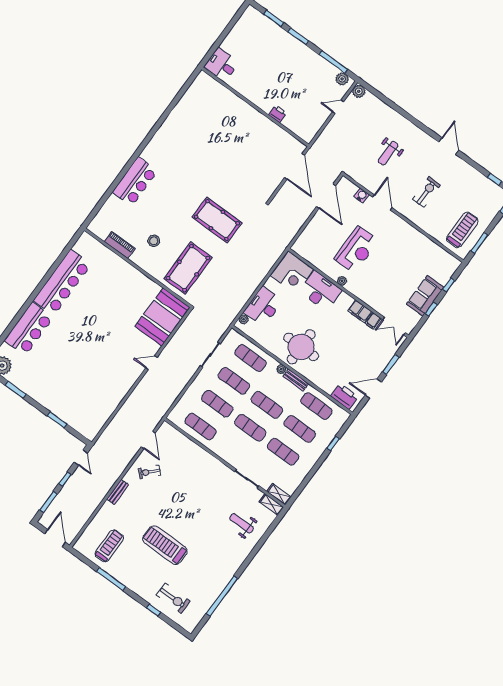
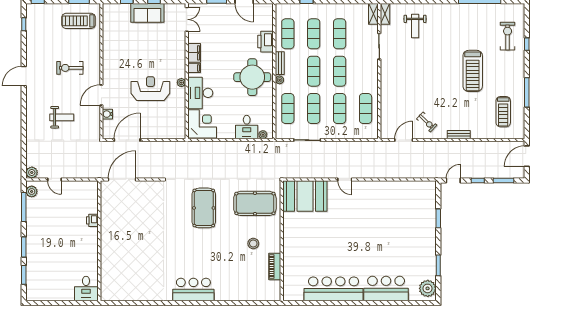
bar counter: (135, 182) -> (193, 289), moved
desk: (263, 306) -> (247, 127), width x0.73
filing cabinet: (373, 321) -> (194, 68), moved
printer: (344, 396) -> (266, 42), moved
treadmill: (109, 546) -> (503, 112), turned -90

